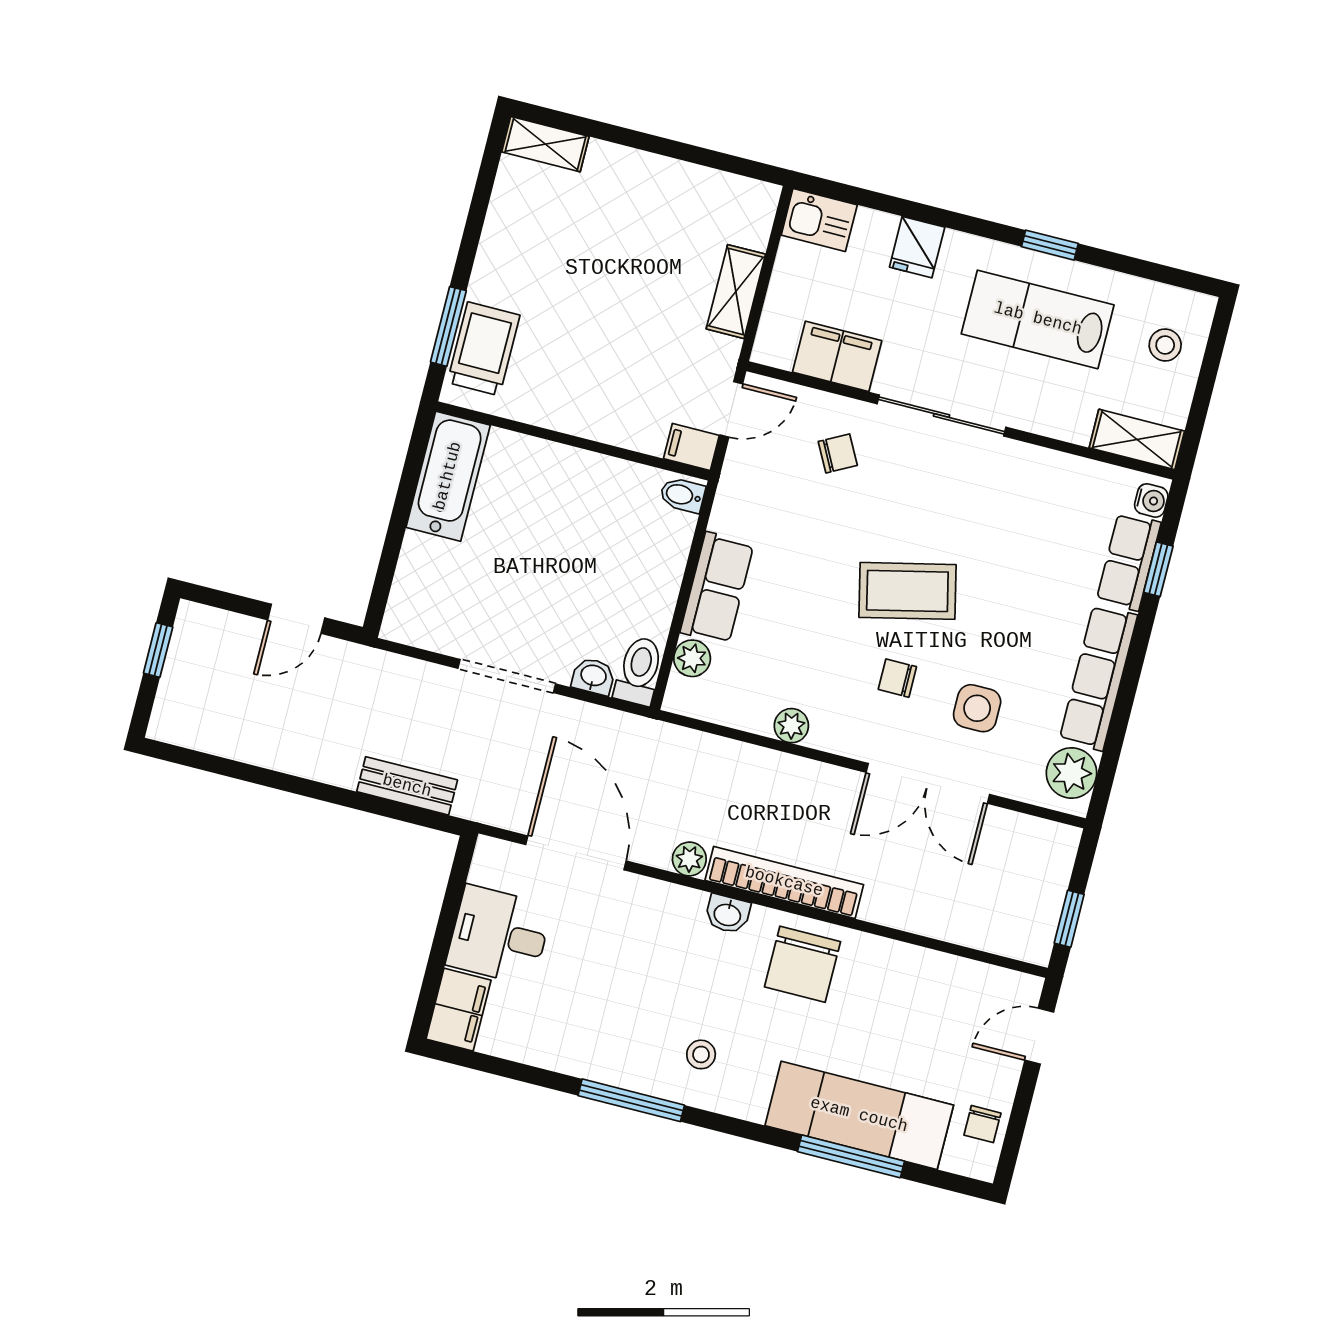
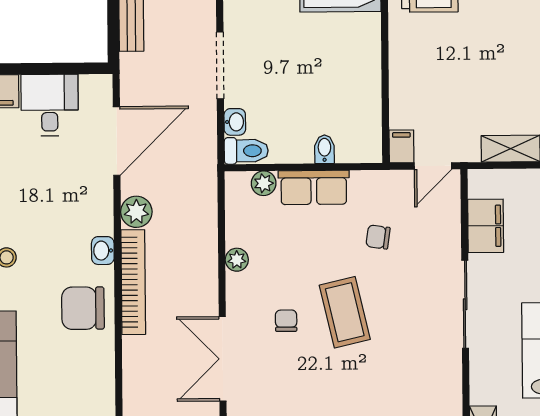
door: (731, 409) -> (433, 166), hinge flipped
chair: (838, 453) -> (378, 237), moved, turned 126
bidet: (682, 495) -> (324, 149), moved
side table: (977, 708) -> (280, 378), removed
plant: (689, 859) -> (136, 212), width x1.38, depth x1.38

